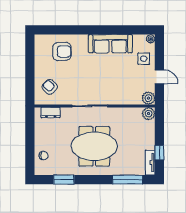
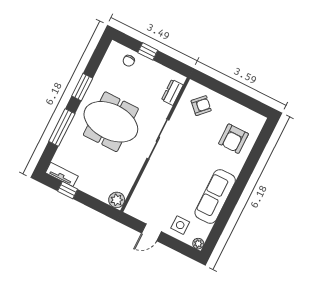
plant: (148, 98) -> (134, 208), removed
window: (30, 145) -> (148, 51), added
meeting table: (94, 146) -> (111, 122), turned 90
window: (64, 180) -> (82, 87), moved
window: (128, 180) -> (62, 128), moved

